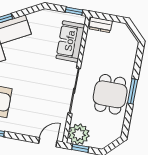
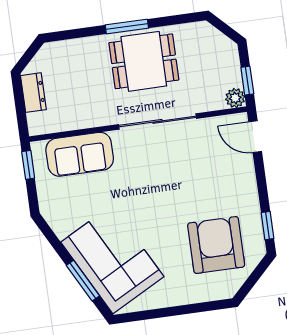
dresser: (100, 25) -> (33, 93), moved
plant: (79, 134) -> (235, 98), width x0.53, depth x0.53

